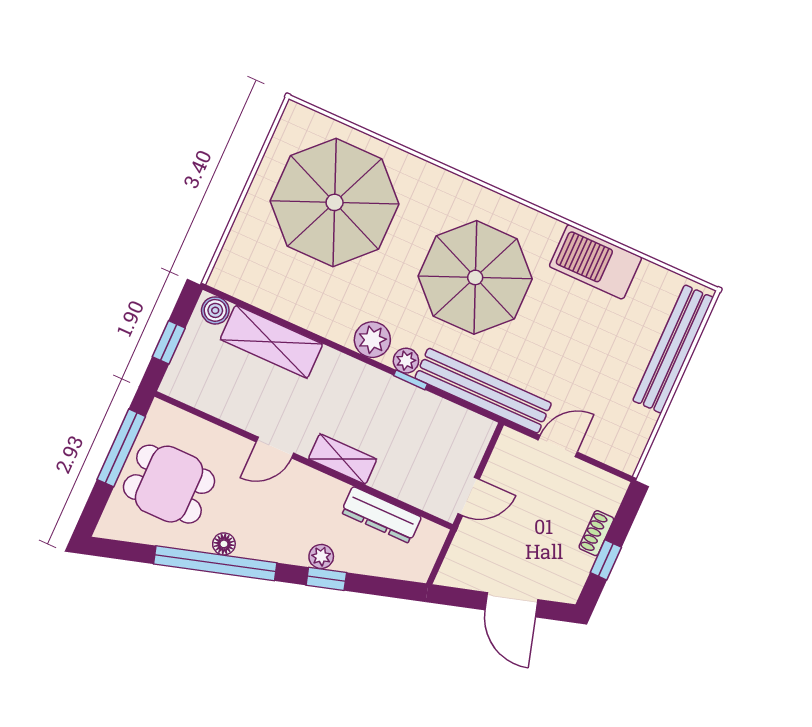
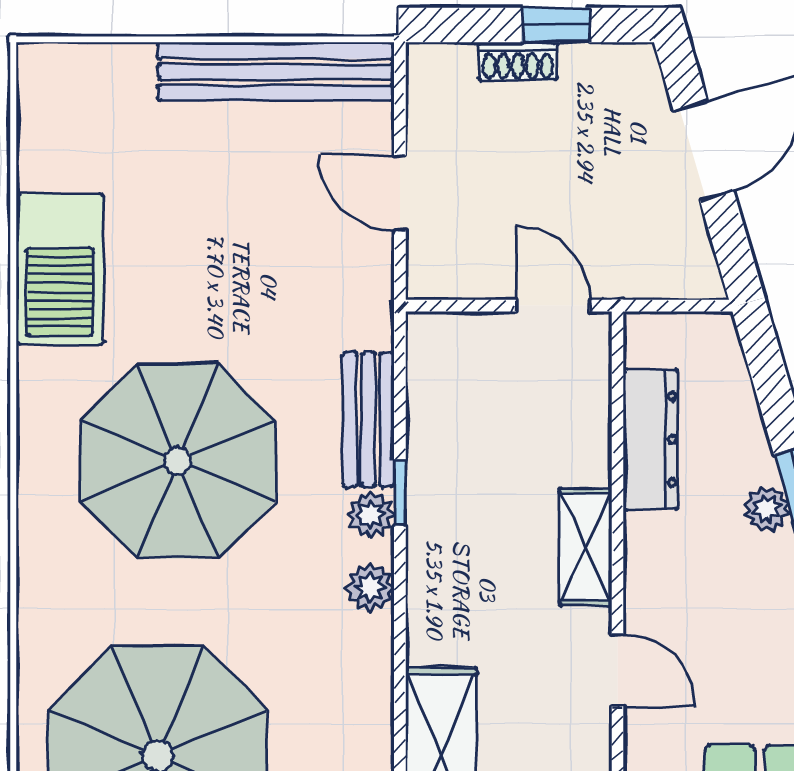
plant: (372, 340) -> (370, 588), width x0.73, depth x0.73
bench: (673, 349) -> (276, 72), moved
bench: (483, 391) -> (368, 419), width x0.54, depth x0.82

